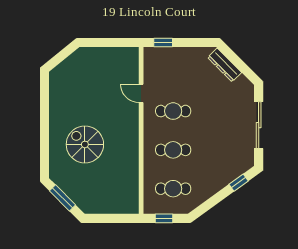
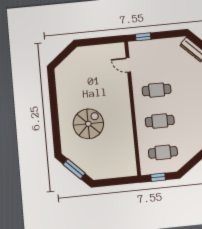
door: (141, 93) -> (128, 65), moved
spiral stairs: (85, 144) -> (88, 124), turned 90

